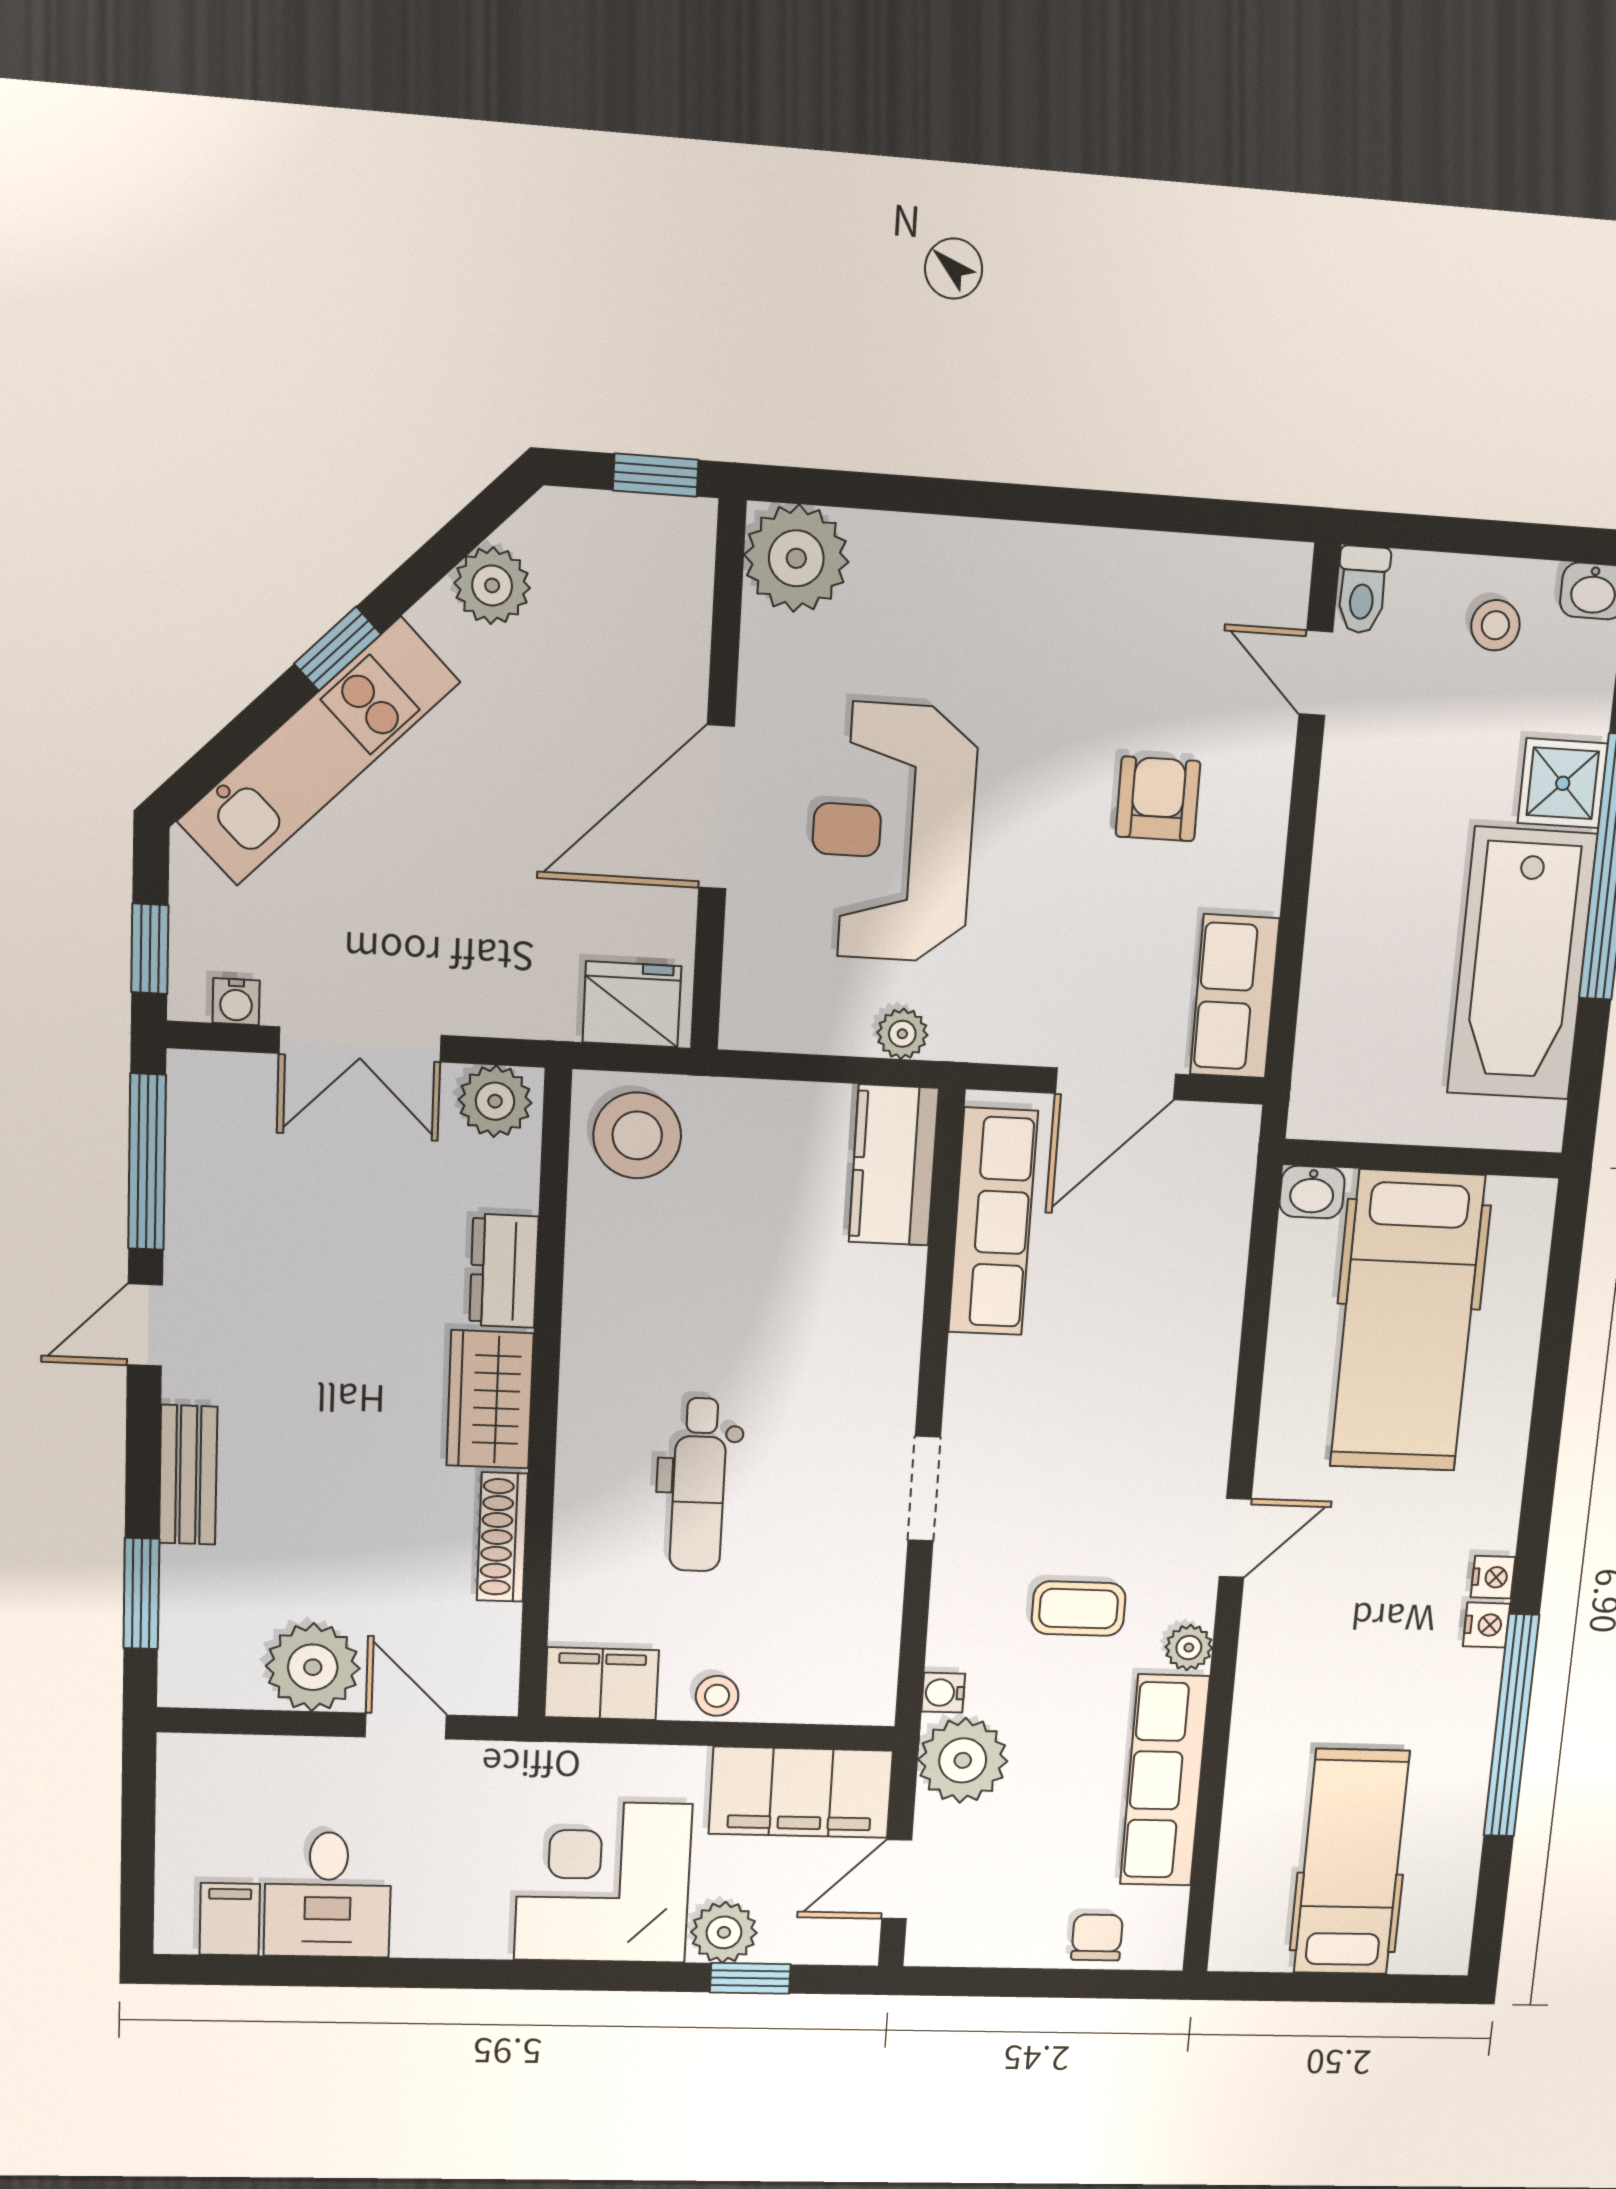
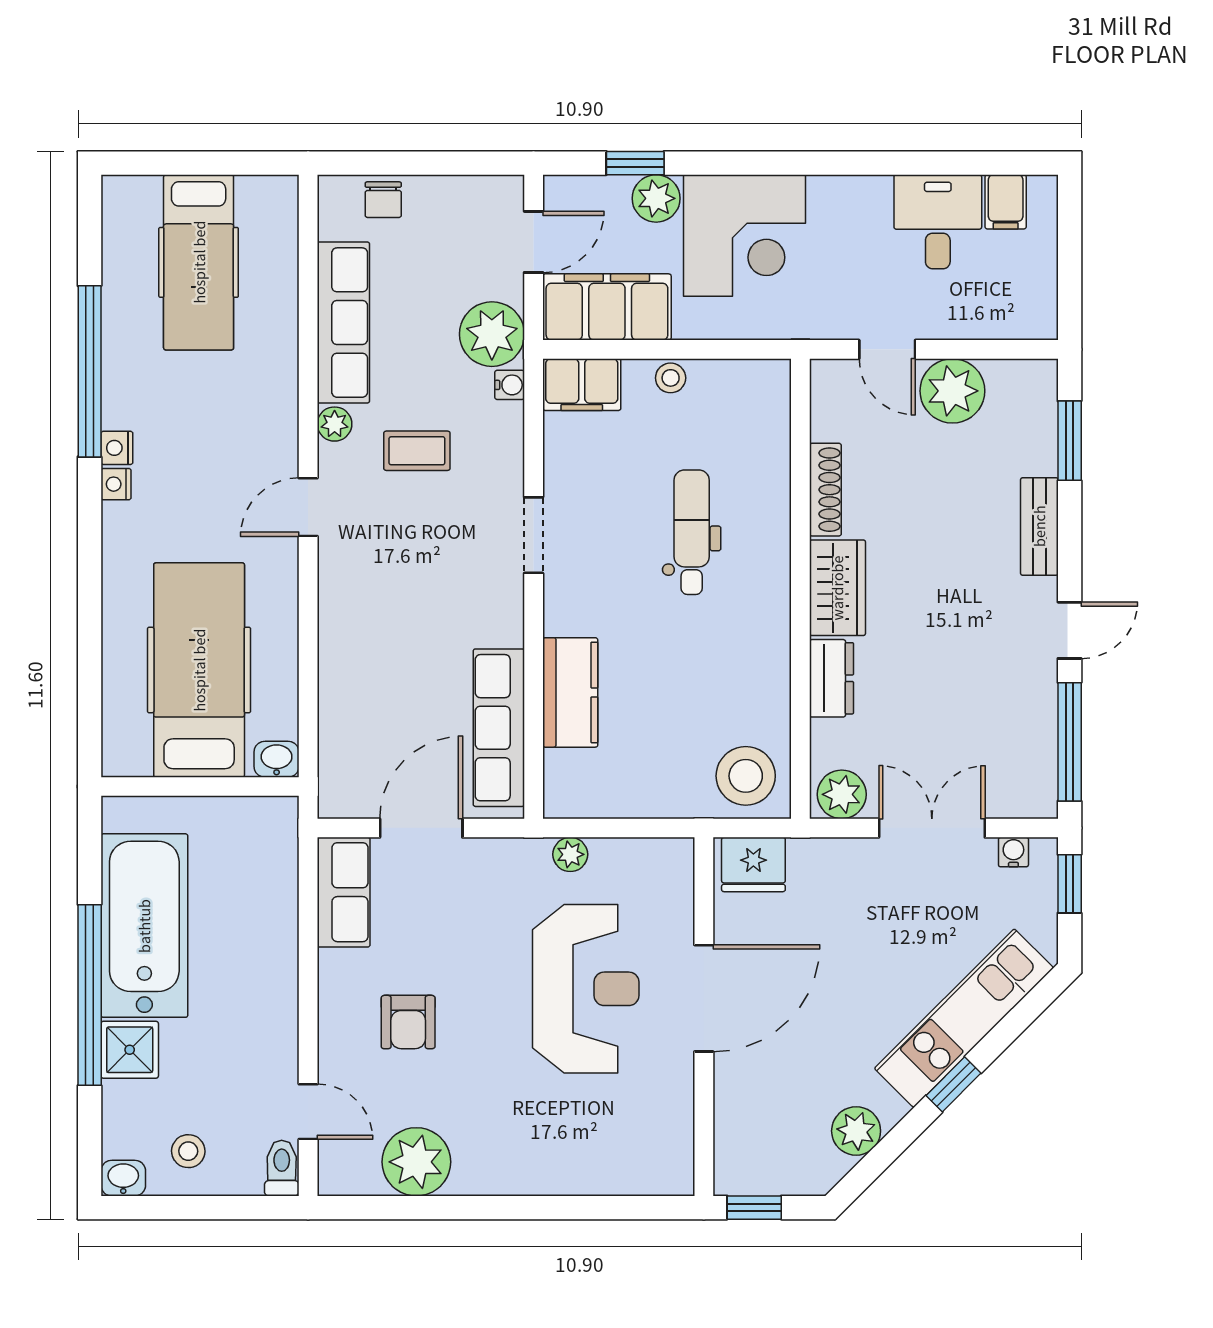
plant: (796, 558) -> (416, 1162), moved
kitchen counter: (894, 1165) -> (570, 692), moved
filing cabinet: (602, 1684) -> (582, 385), moved

